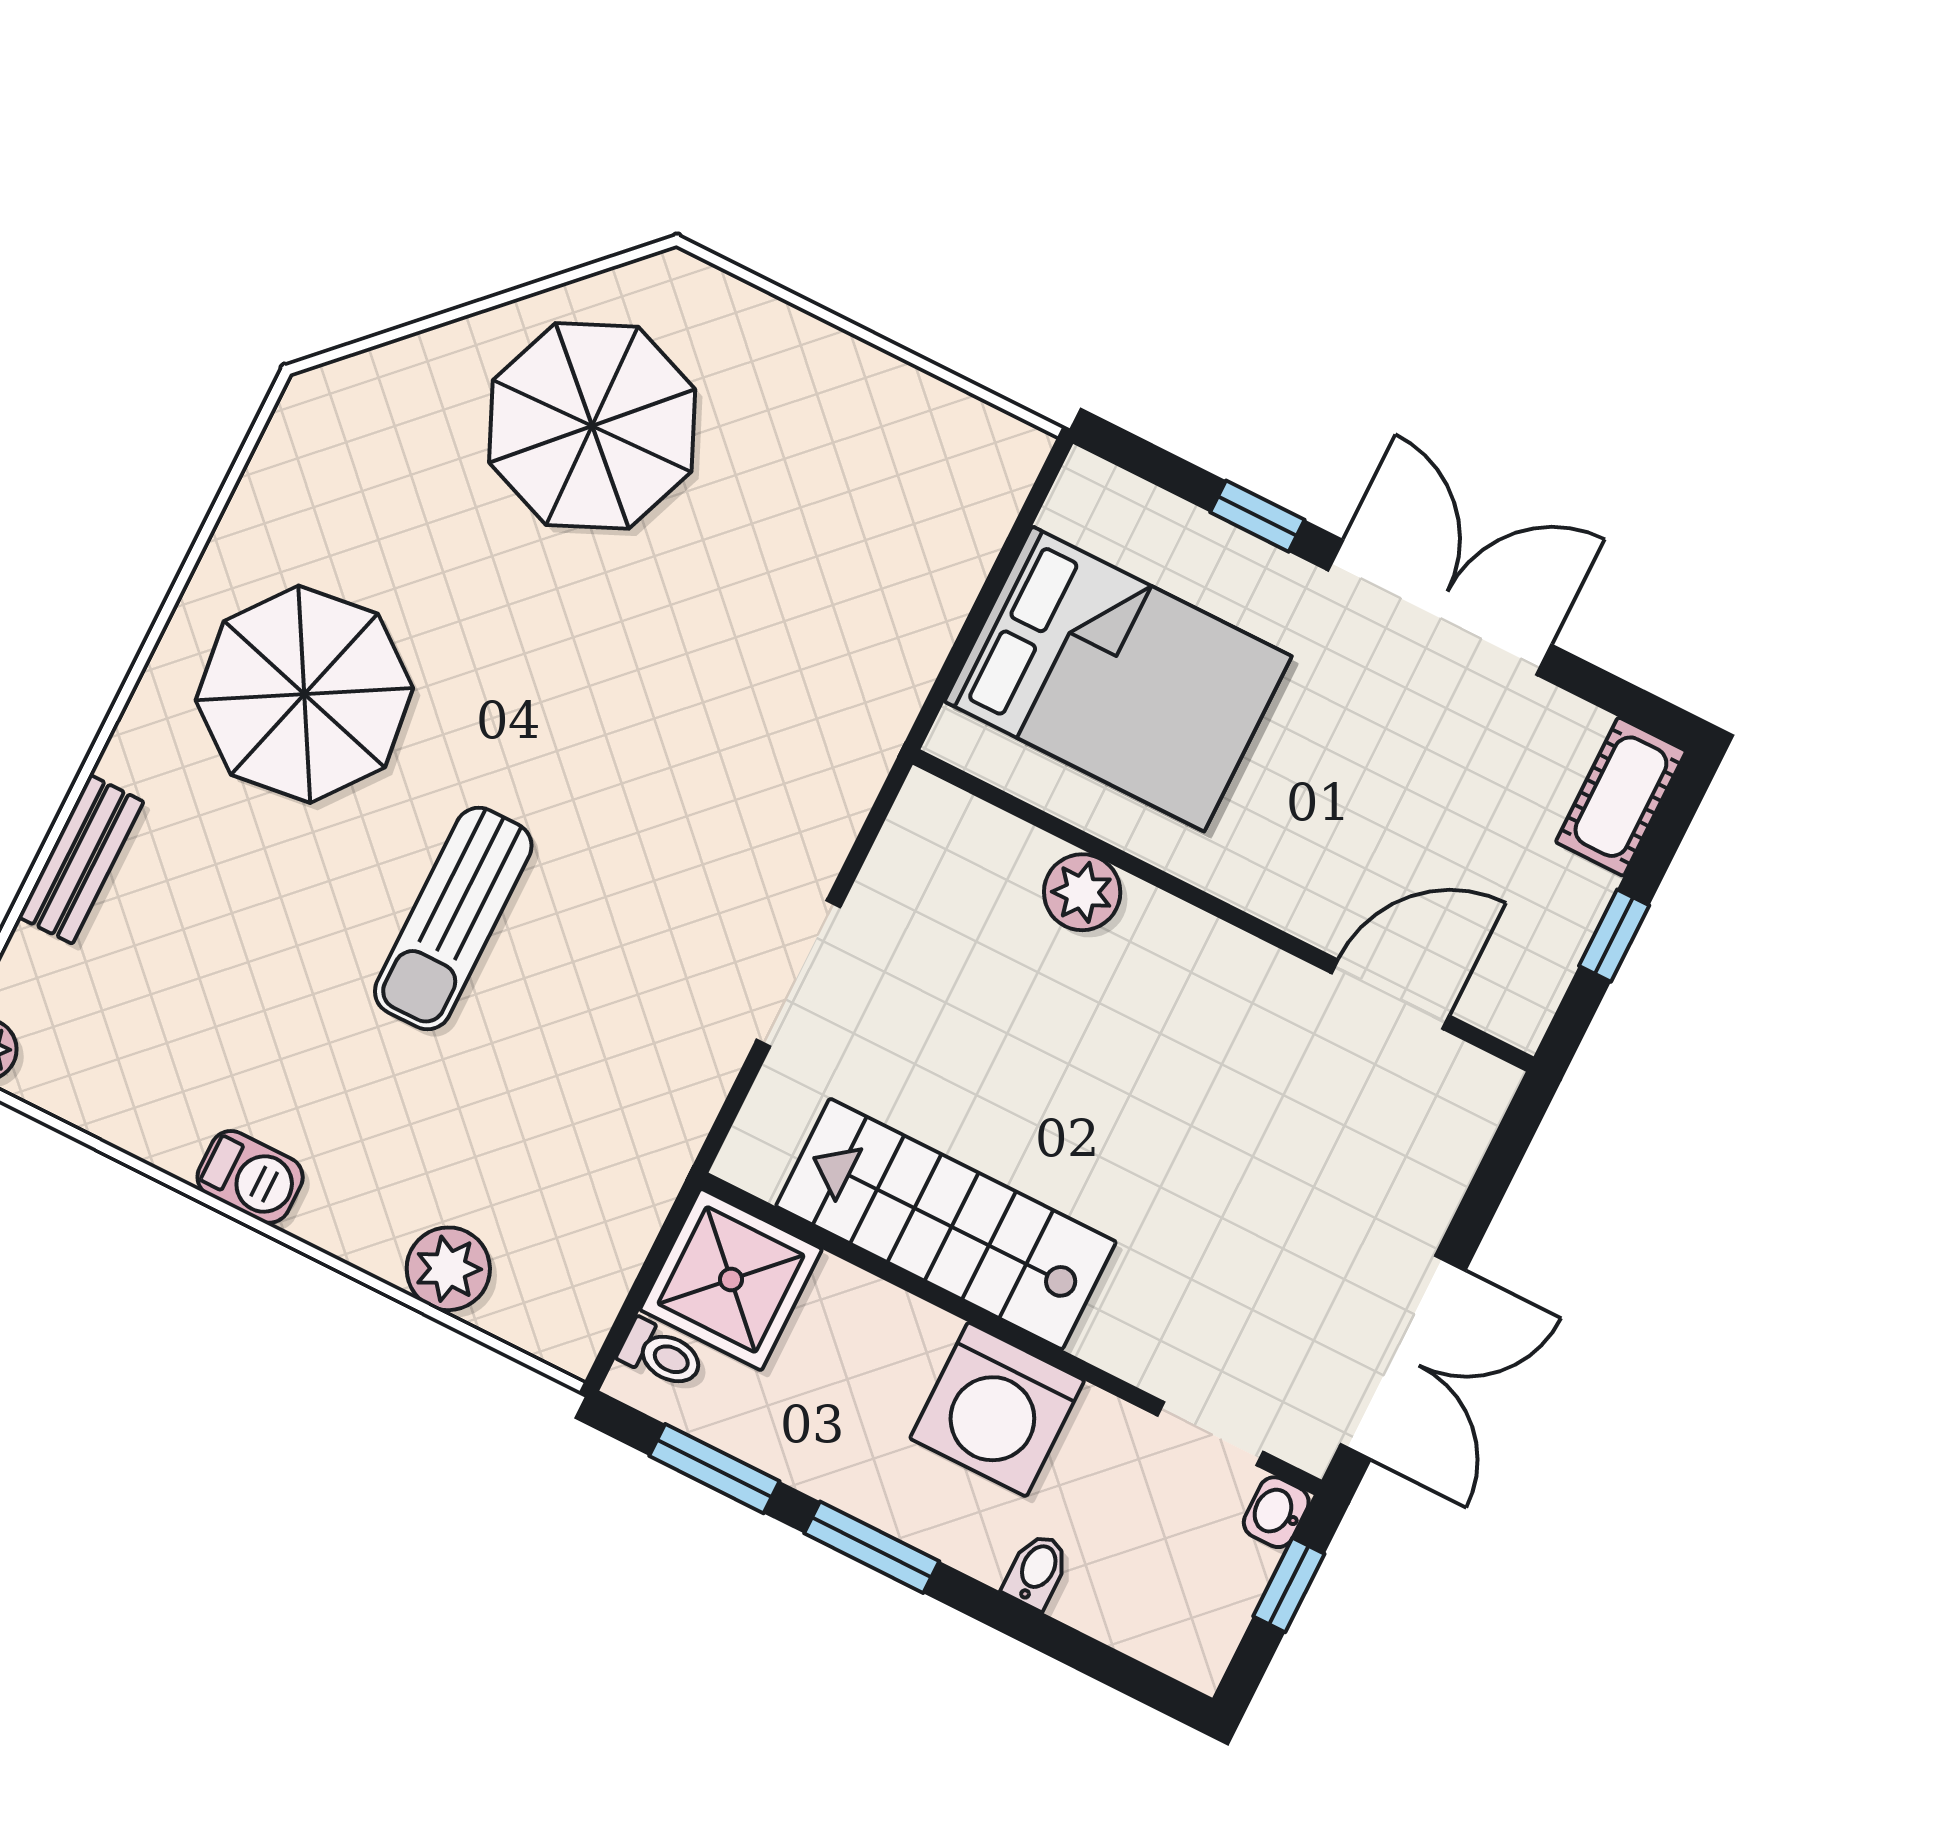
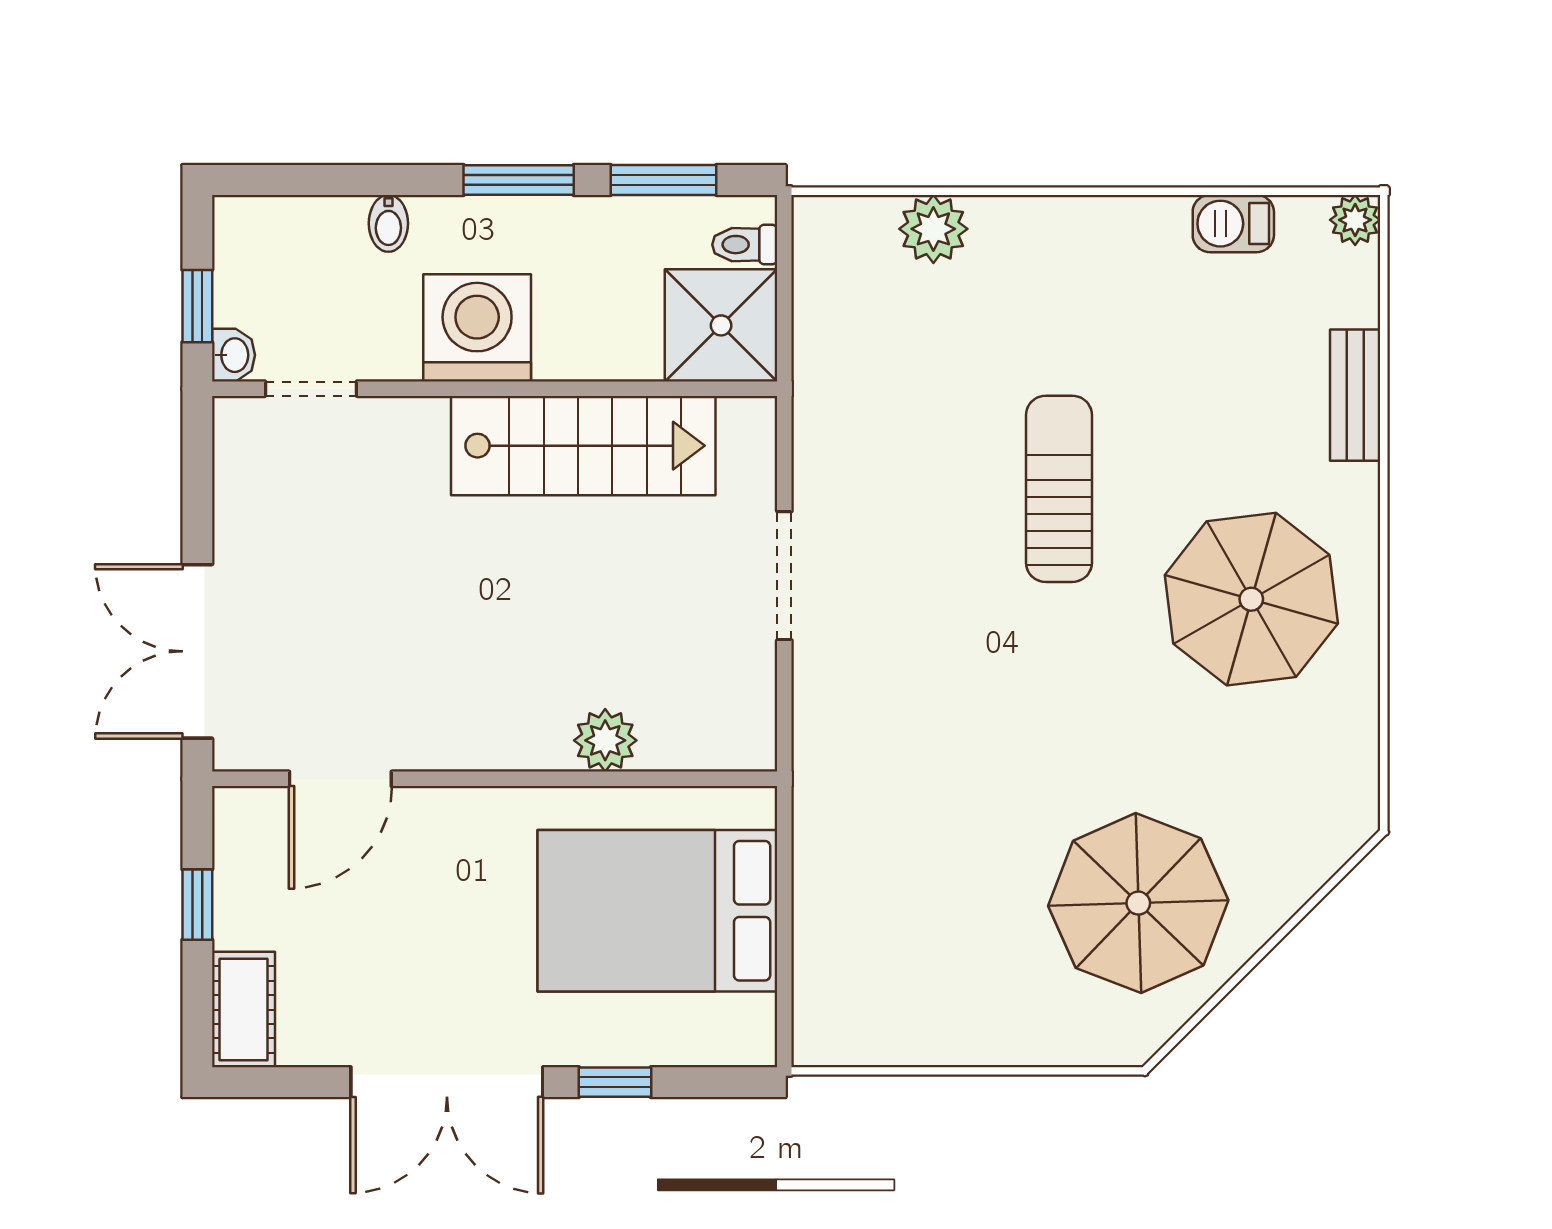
barbecue: (250, 1177) -> (1233, 224), moved
double door: (1403, 1357) -> (197, 651), moved

